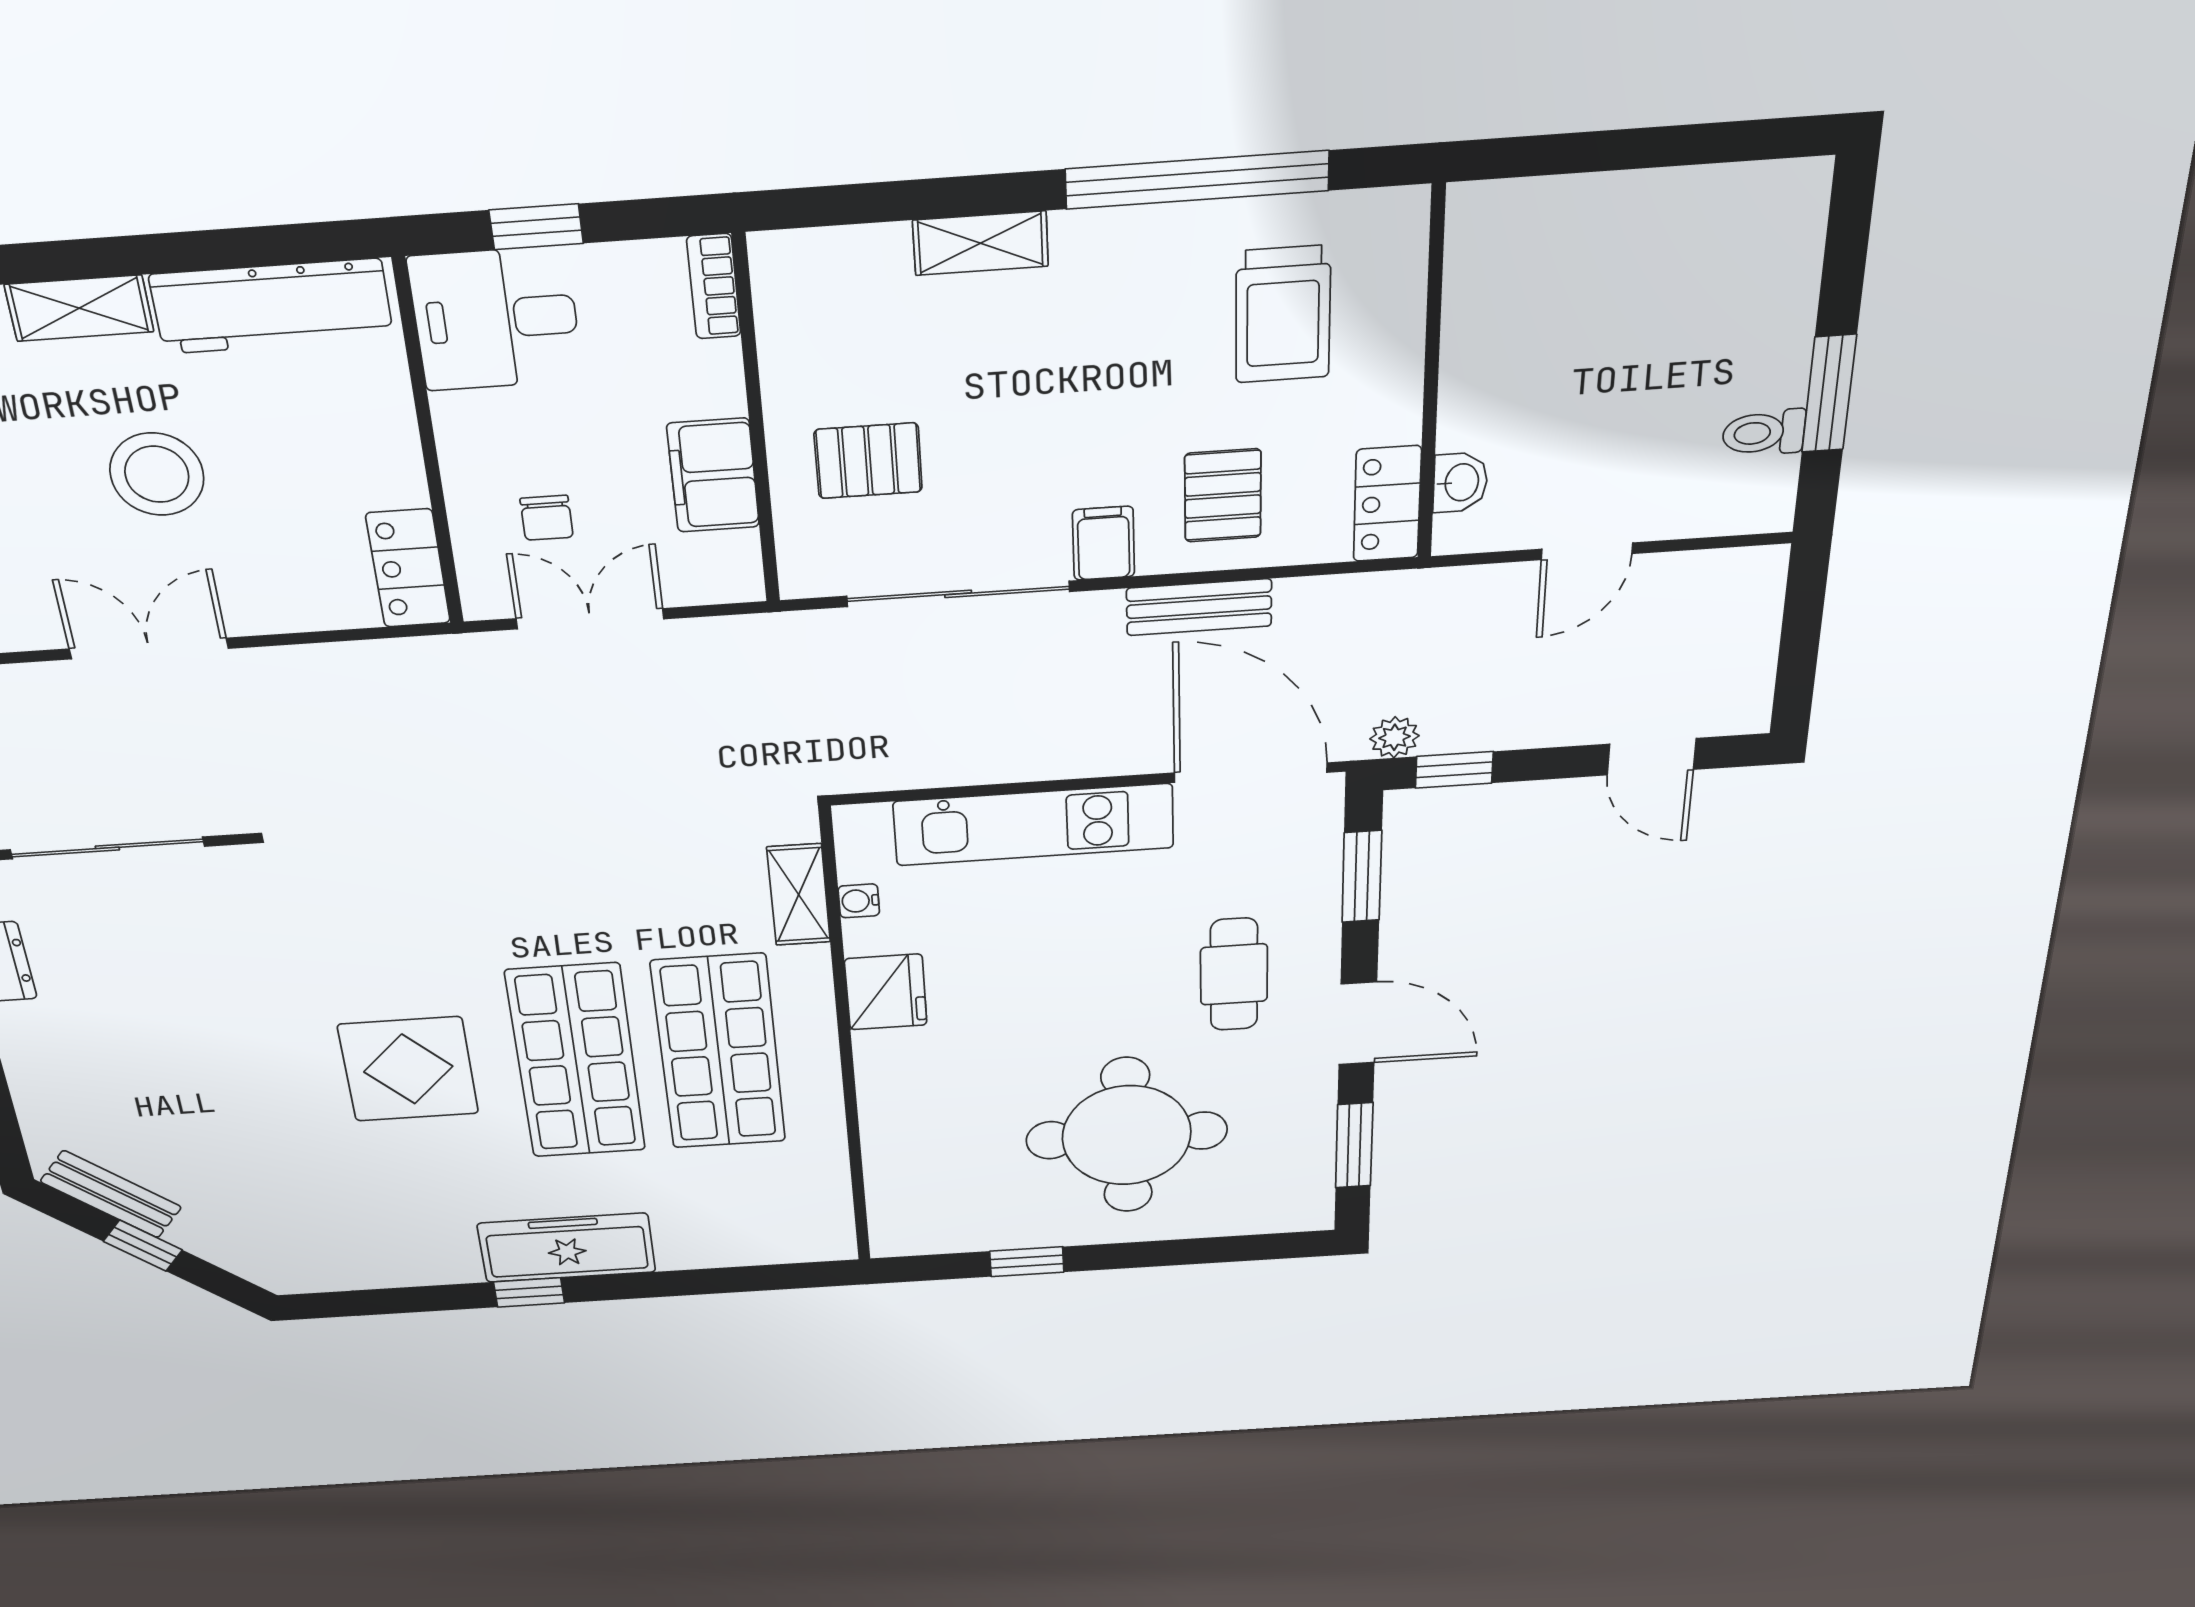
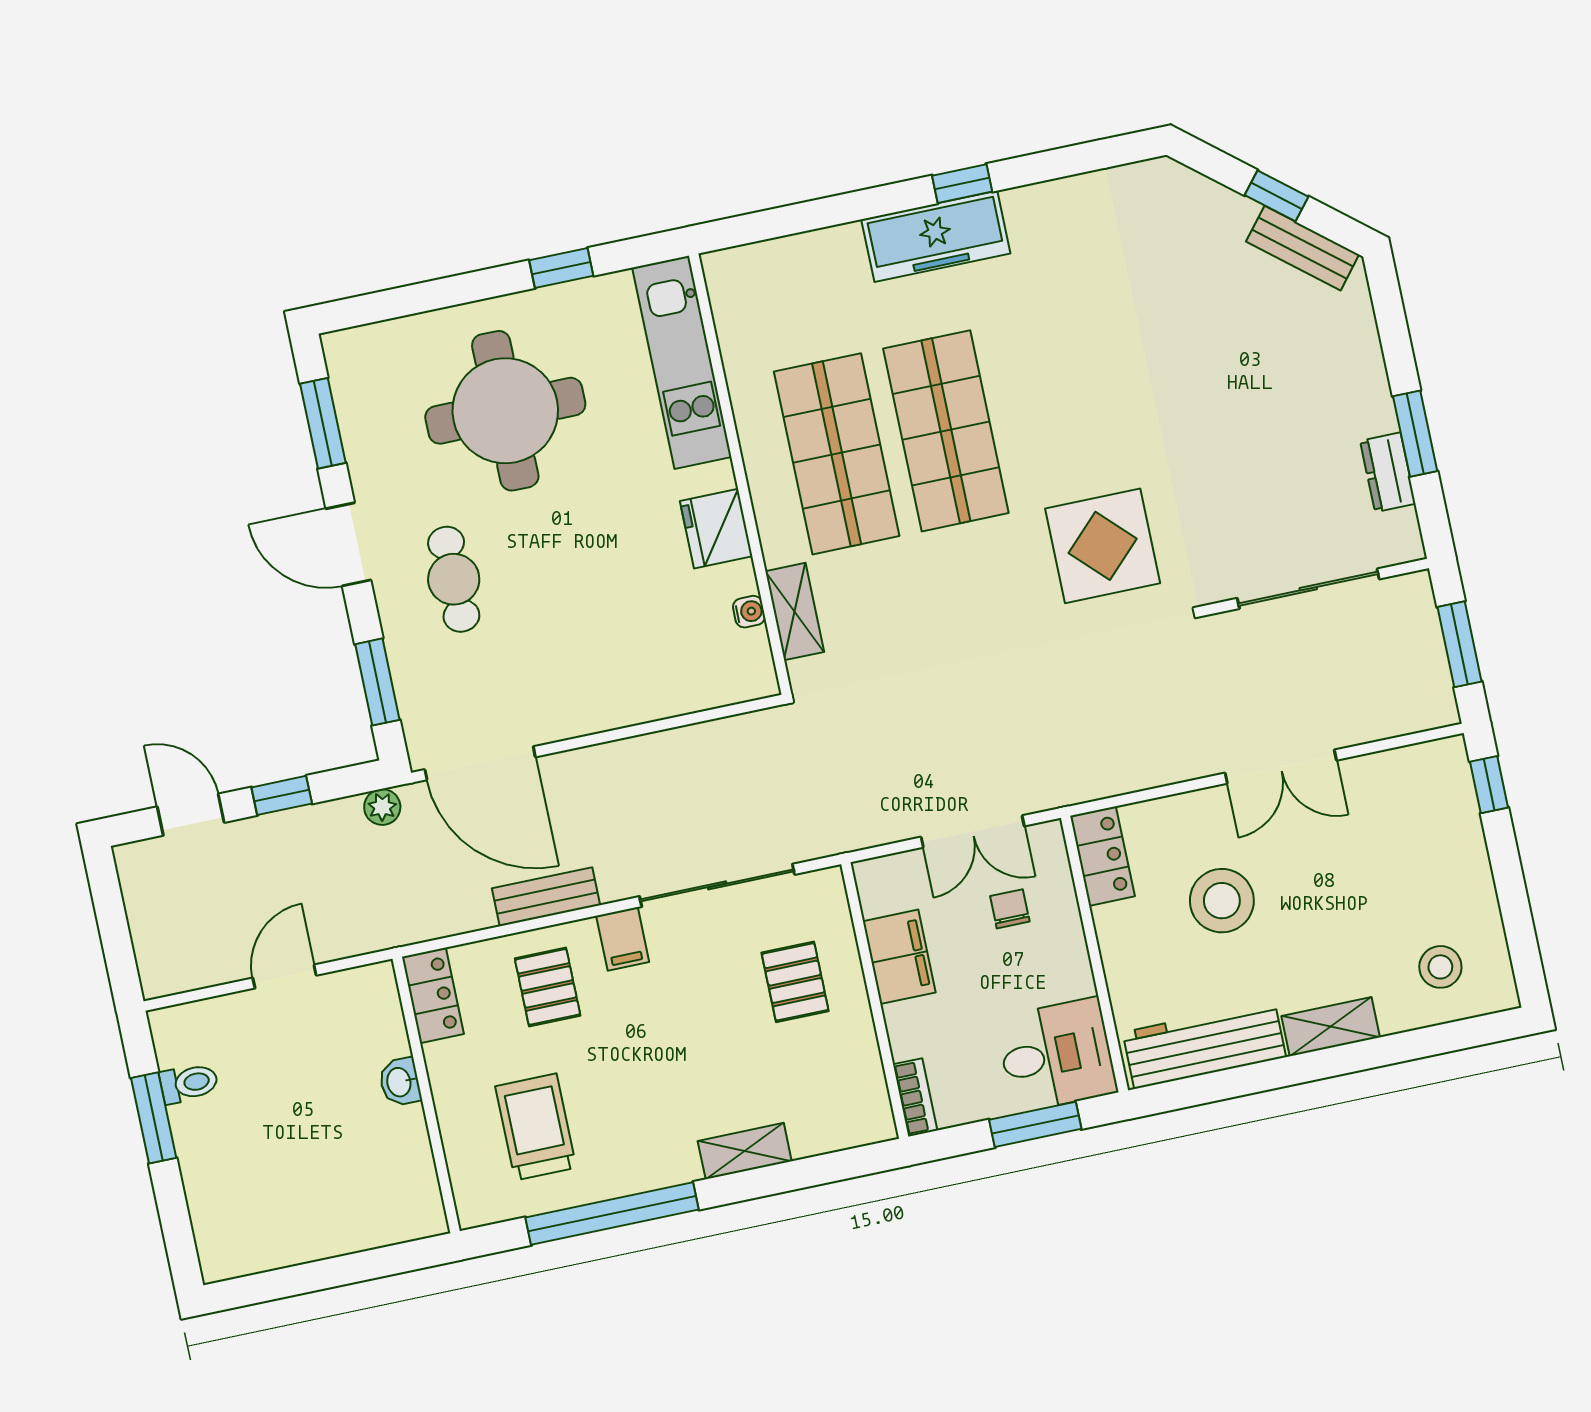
window: (536, 227) -> (1035, 1124), width x1.50
pallet: (868, 461) -> (795, 982), turned 90
stool: (157, 474) -> (1222, 901), moved
washbasin: (1460, 482) -> (400, 1082), moved
window: (1454, 770) -> (282, 795), moved
kitchen unit: (1034, 825) -> (682, 362), moved, turned -90
display table: (408, 1069) -> (1103, 546), moved

